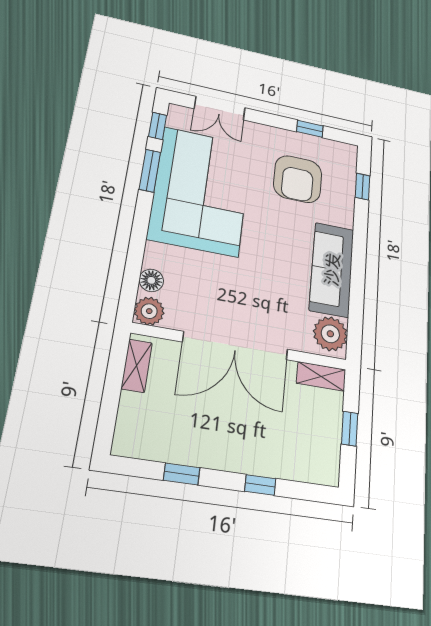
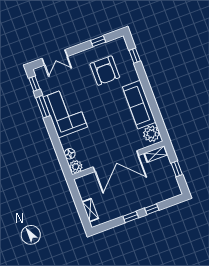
corner sofa: (201, 191) -> (65, 112), width x0.73, depth x0.74
shelving: (137, 366) -> (90, 210), moved
window: (182, 474) -> (131, 217), moved

